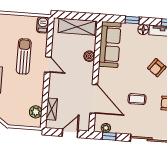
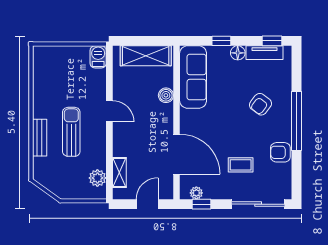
sun lounger: (24, 56) -> (71, 132), moved
coffee table: (137, 99) -> (241, 165), moved

